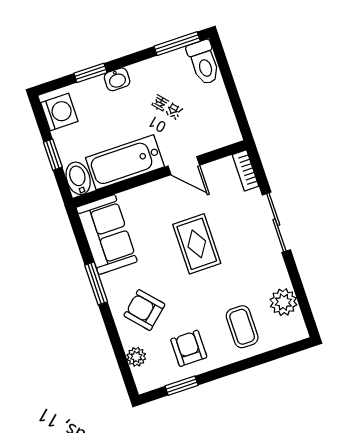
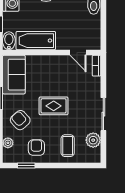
door: (184, 166) -> (78, 53), moved
sliding door: (276, 222) -> (103, 114), moved
rug: (197, 244) -> (54, 106), moved, turned 90

